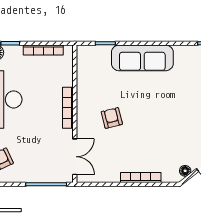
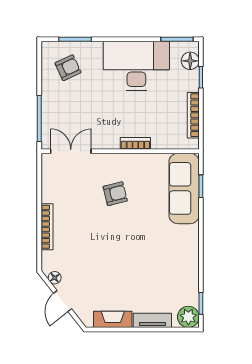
sofa: (142, 58) -> (184, 188), moved
bookcase: (68, 108) -> (135, 143), width x0.64
double door: (75, 157) -> (71, 151), swing flipped

